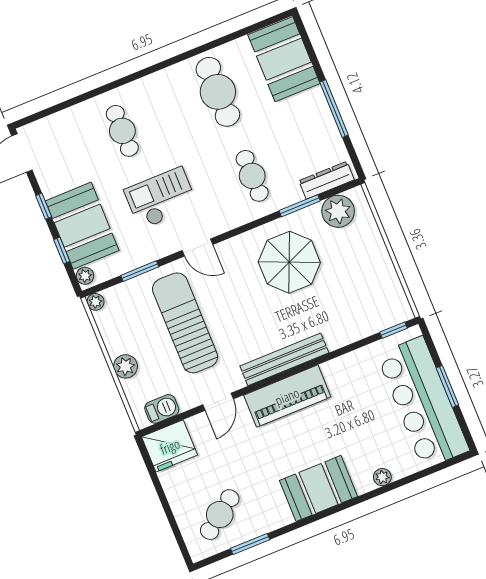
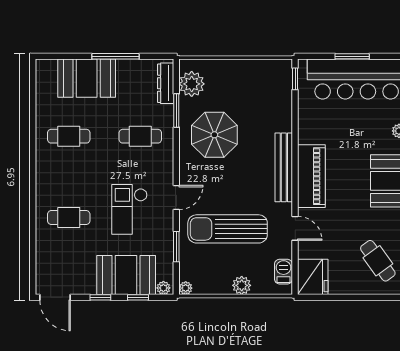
booth: (284, 59) -> (87, 78), moved
cafe table: (218, 92) -> (69, 136), width x0.73, depth x0.74

